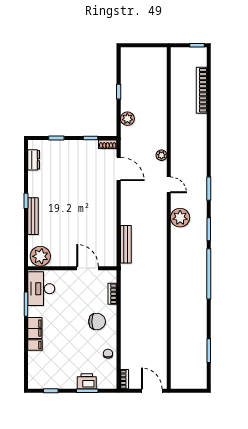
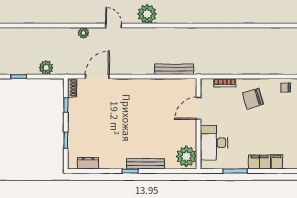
door: (169, 185) -> (114, 26), hinge flipped
desk: (41, 289) -> (214, 143), moved, turned 90
chair: (97, 322) -> (253, 99), turned -107

